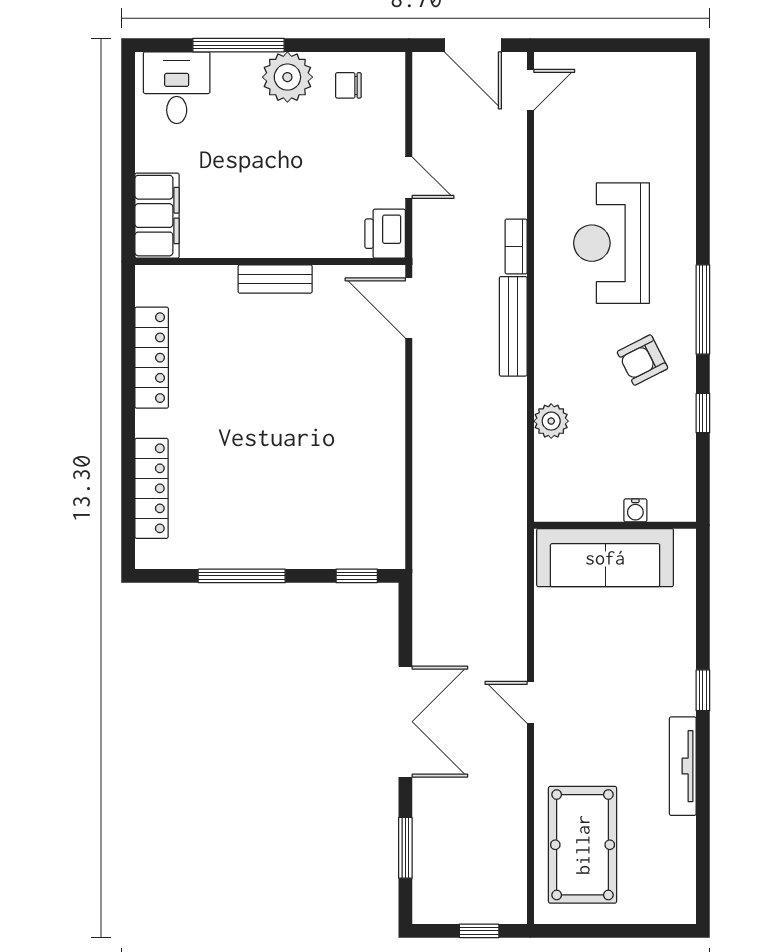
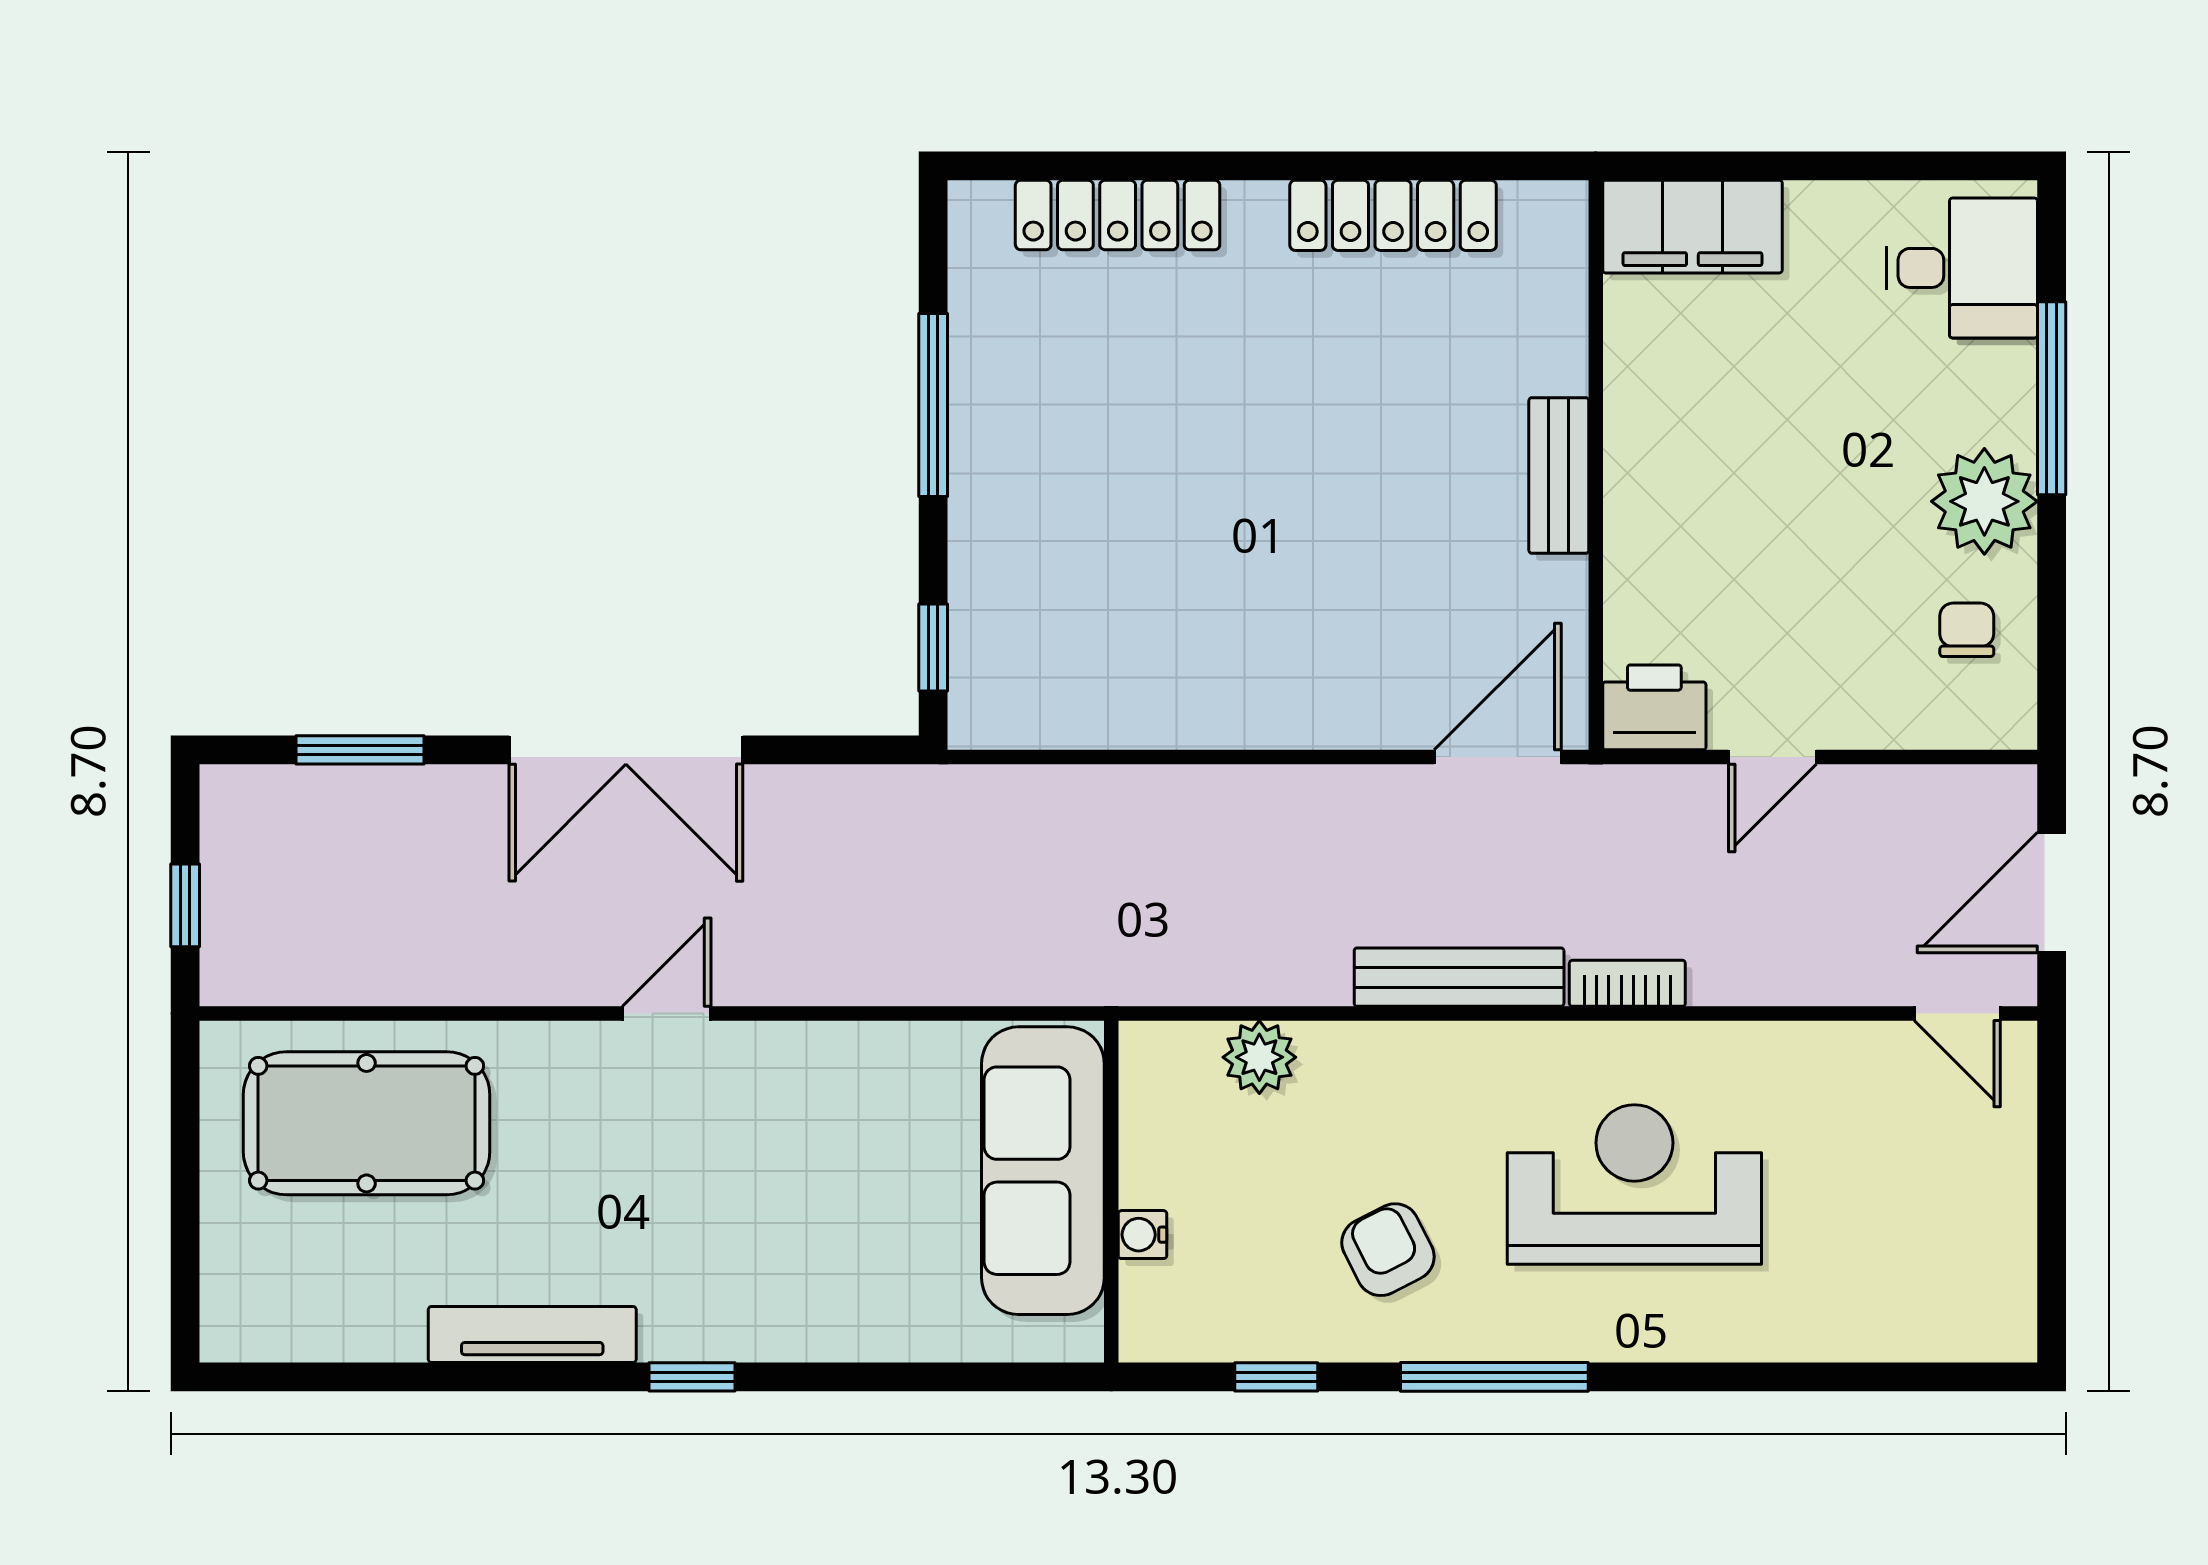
water cooler: (635, 510) -> (1142, 1235), moved
wall: (615, 525) -> (1111, 1192), moved
sofa: (605, 558) -> (1043, 1171), moved

